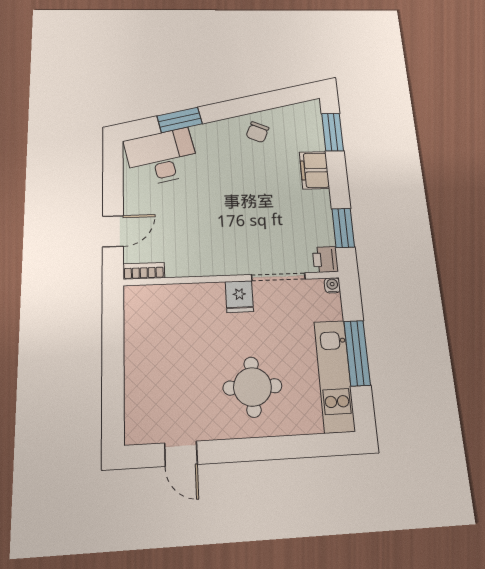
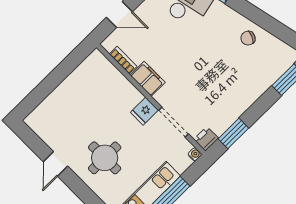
filing cabinet: (314, 170) -> (148, 79), moved, turned 90
bookcase: (144, 271) -> (123, 60), moved
door: (181, 454) -> (56, 164), moved

